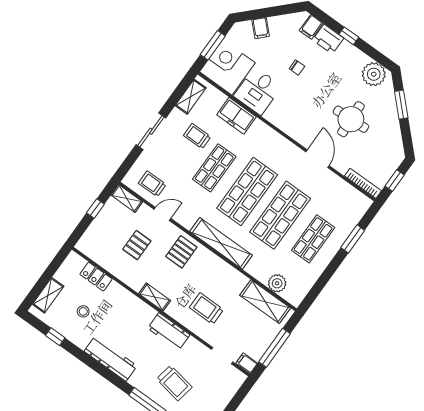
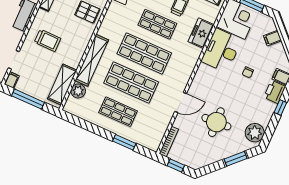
desk: (258, 91) -> (221, 50), width x1.37
shelving: (221, 243) -> (92, 60), moved
trolley: (206, 309) -> (48, 40), turned 90

